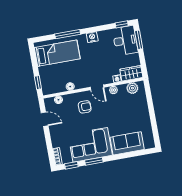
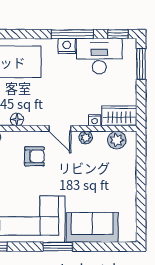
window: (68, 34) -> (72, 34), moved
desk: (125, 40) -> (99, 56), moved, turned -90
window: (94, 161) -> (58, 247), moved

